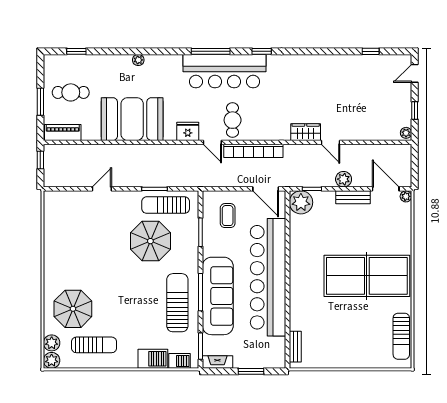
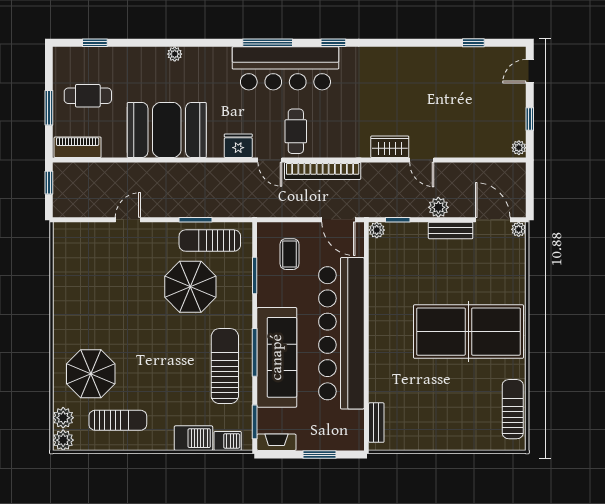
plant: (301, 202) -> (377, 230), width x0.53, depth x0.53
sun lounger: (401, 336) -> (513, 409), turned 180

